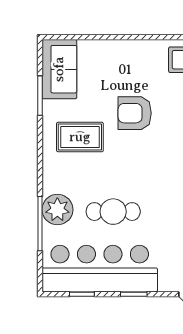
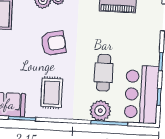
armchair: (135, 113) -> (53, 43), moved, turned -102
bar counter: (100, 269) -> (142, 94), width x0.73

